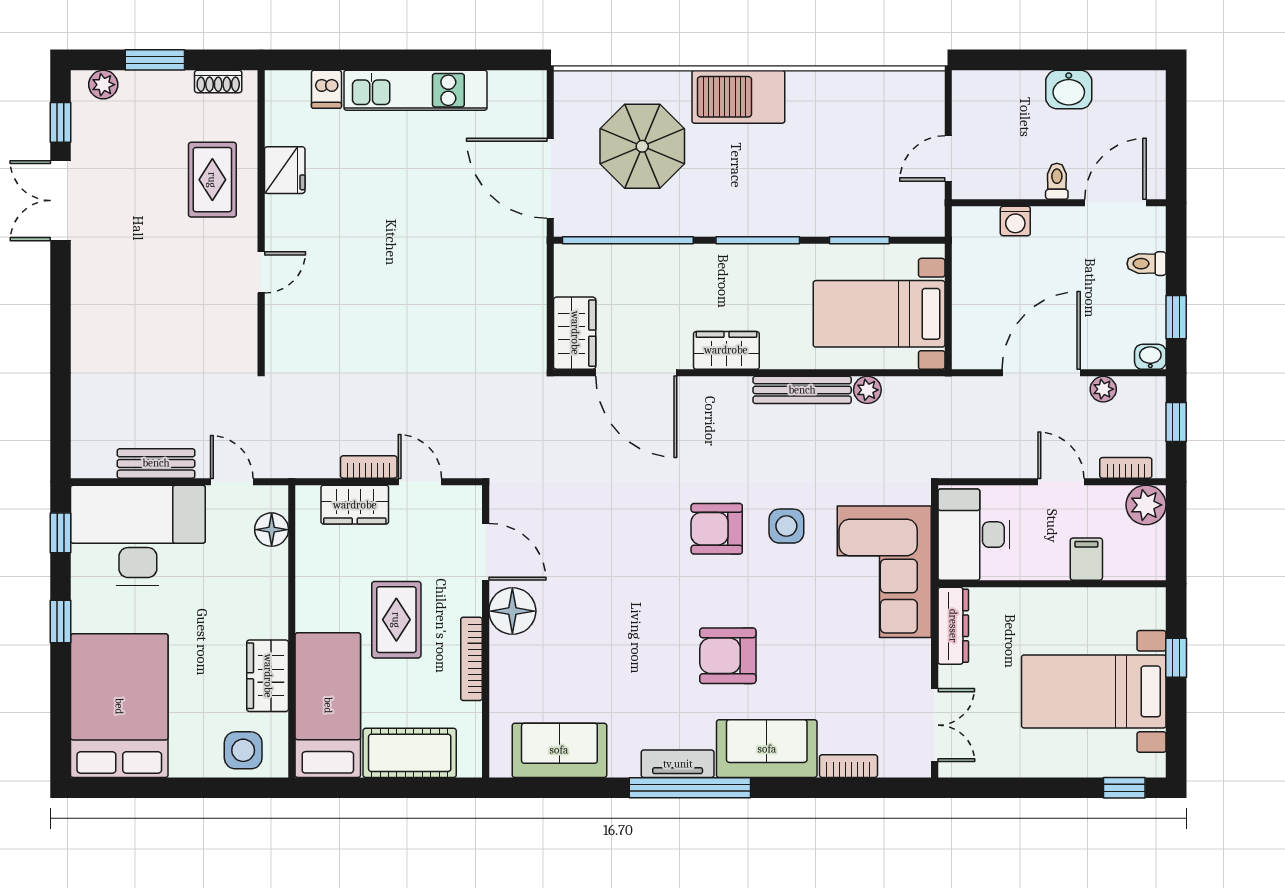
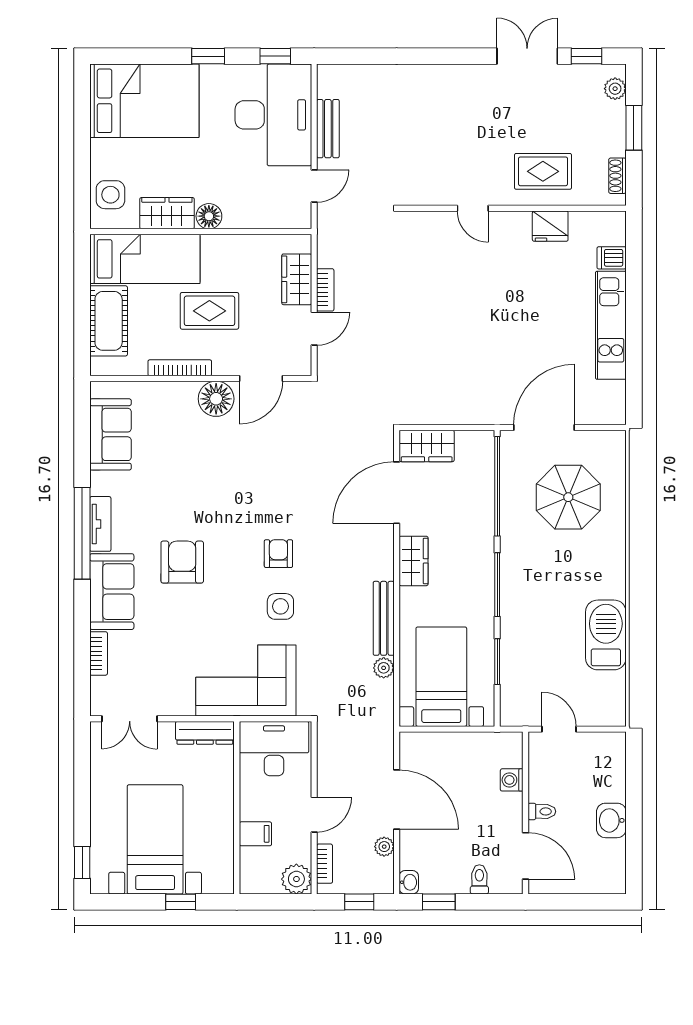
barbecue: (738, 97) -> (606, 635), moved
armchair: (717, 529) -> (278, 554), width x0.72, depth x0.72
floor lamp: (272, 530) -> (209, 216), moved

